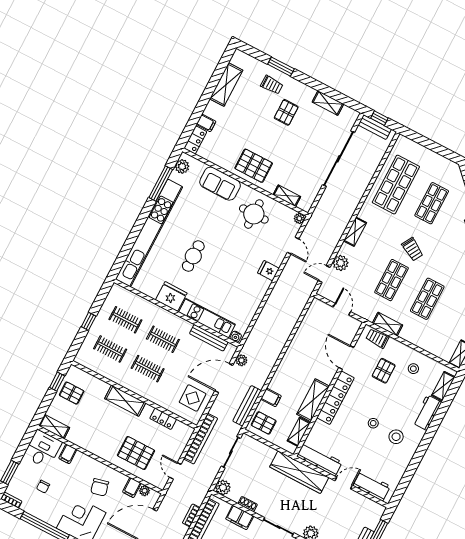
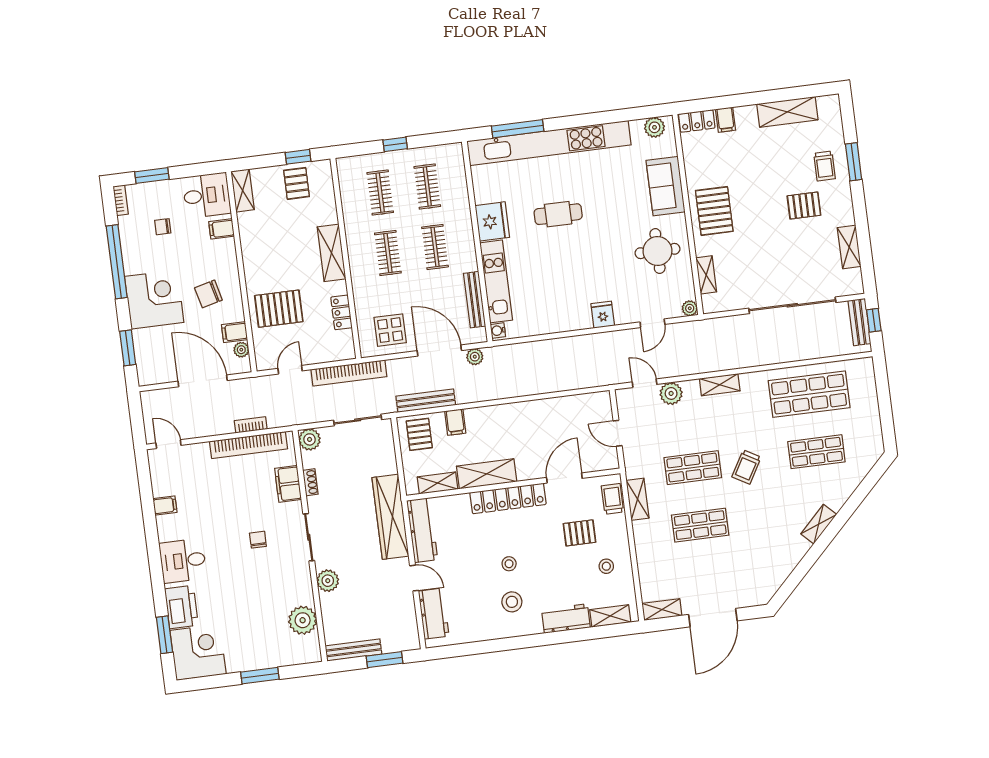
window: (161, 183) -> (518, 129), moved
door: (342, 309) -> (618, 433), swing flipped
pallet: (136, 453) -> (279, 309), turned 90

